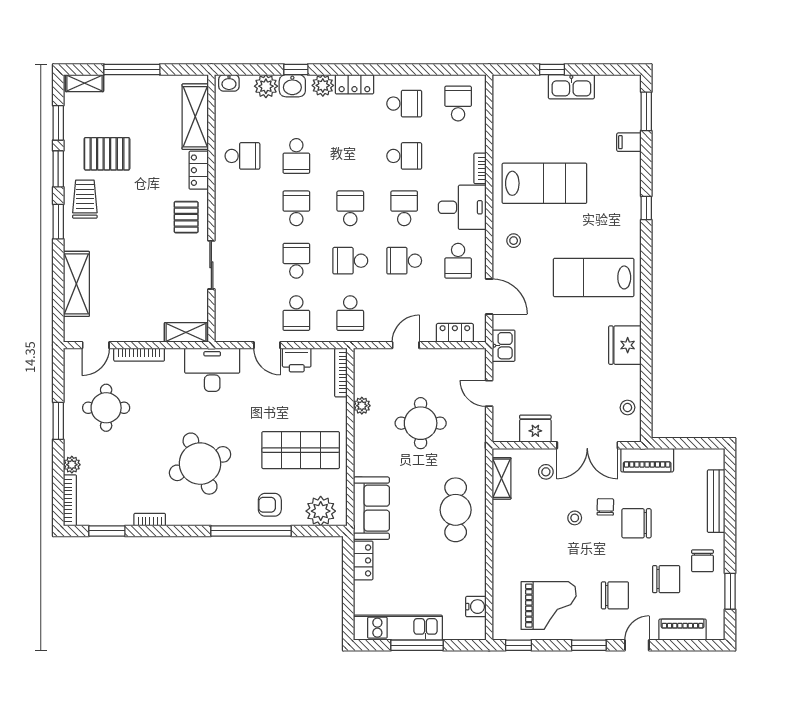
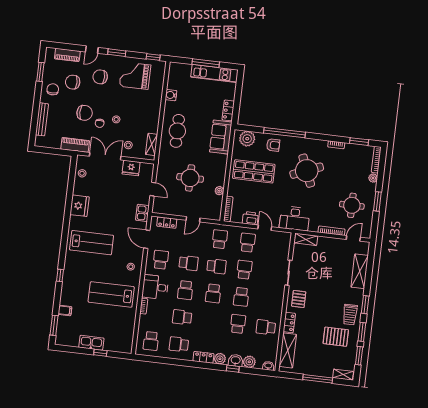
school desk: (296, 261) -> (244, 270), turned 180
water cooler: (476, 607) -> (171, 95), moved

